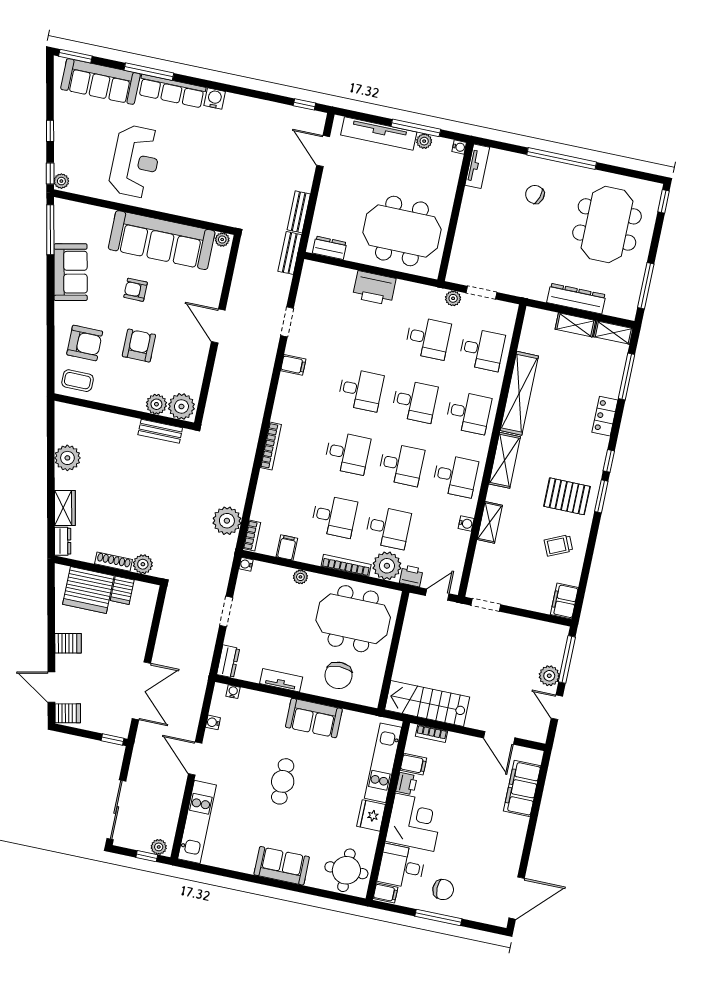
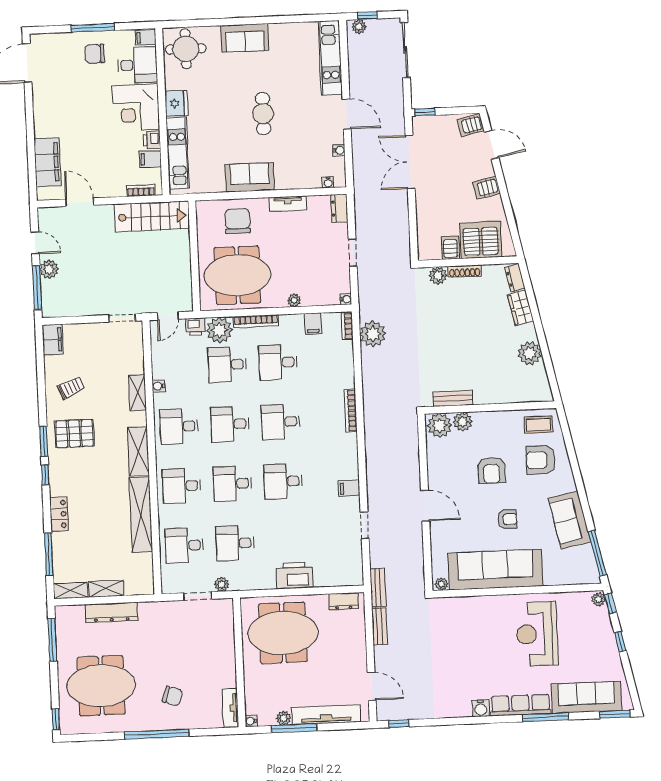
meeting table: (607, 224) -> (101, 686), turned 90

